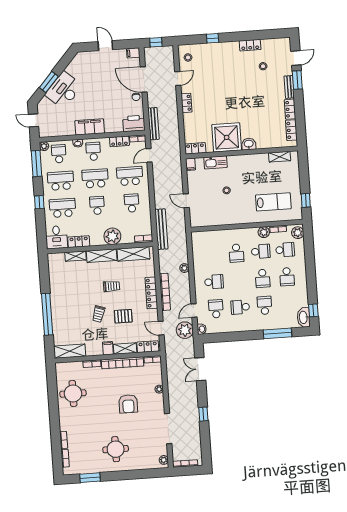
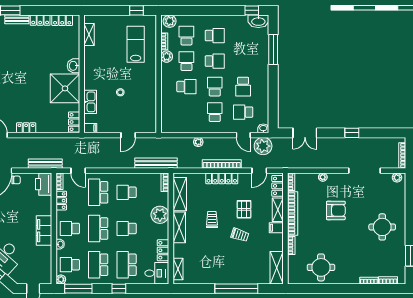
shelving: (76, 256) -> (178, 269), moved
school desk: (265, 305) -> (215, 87), moved, turned 90

